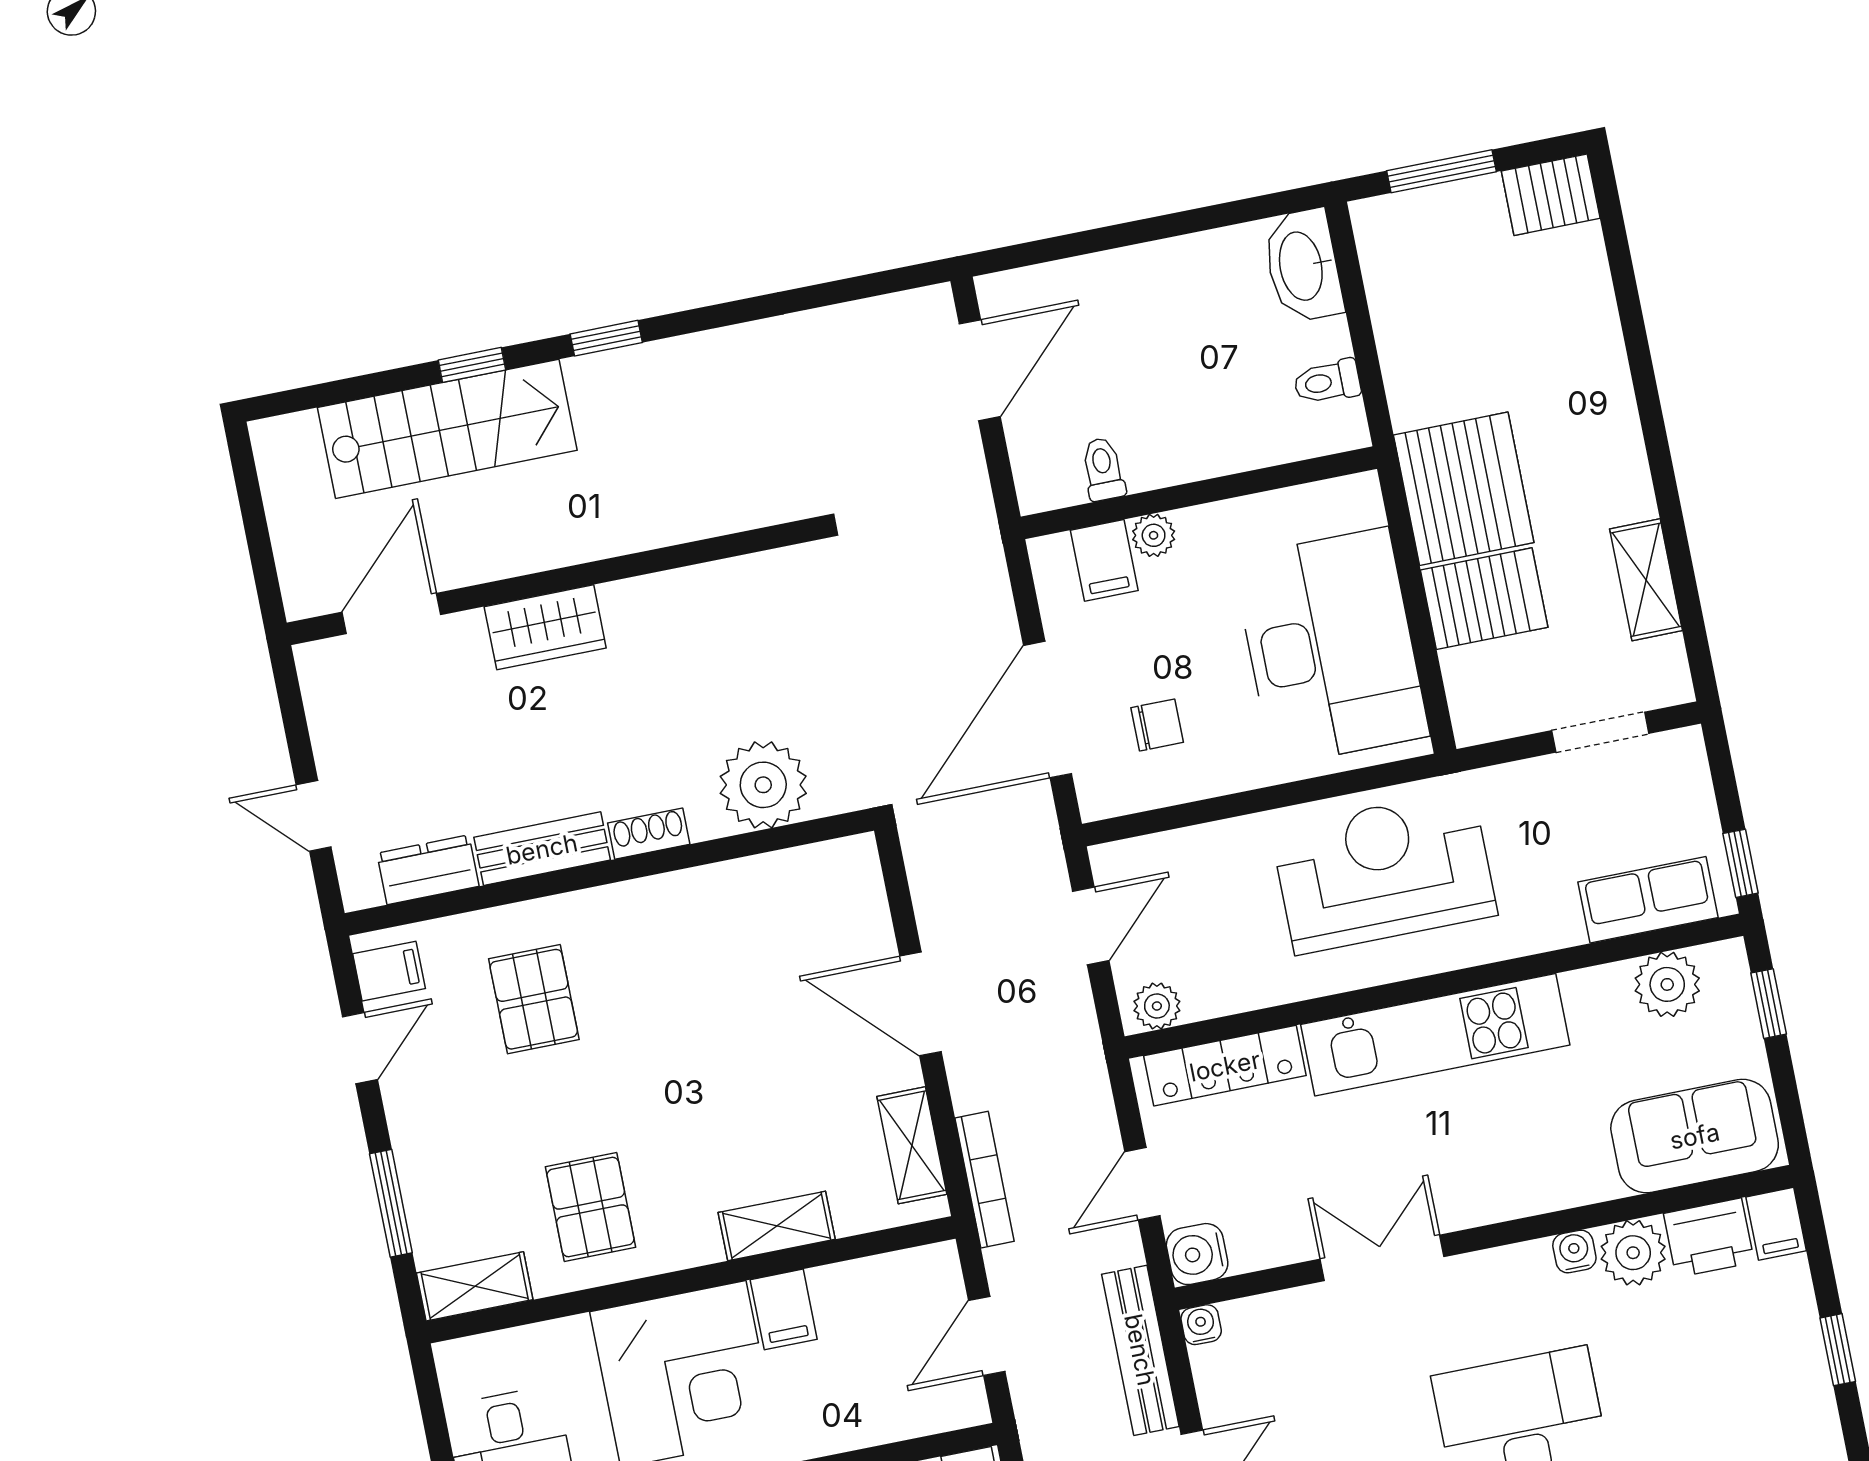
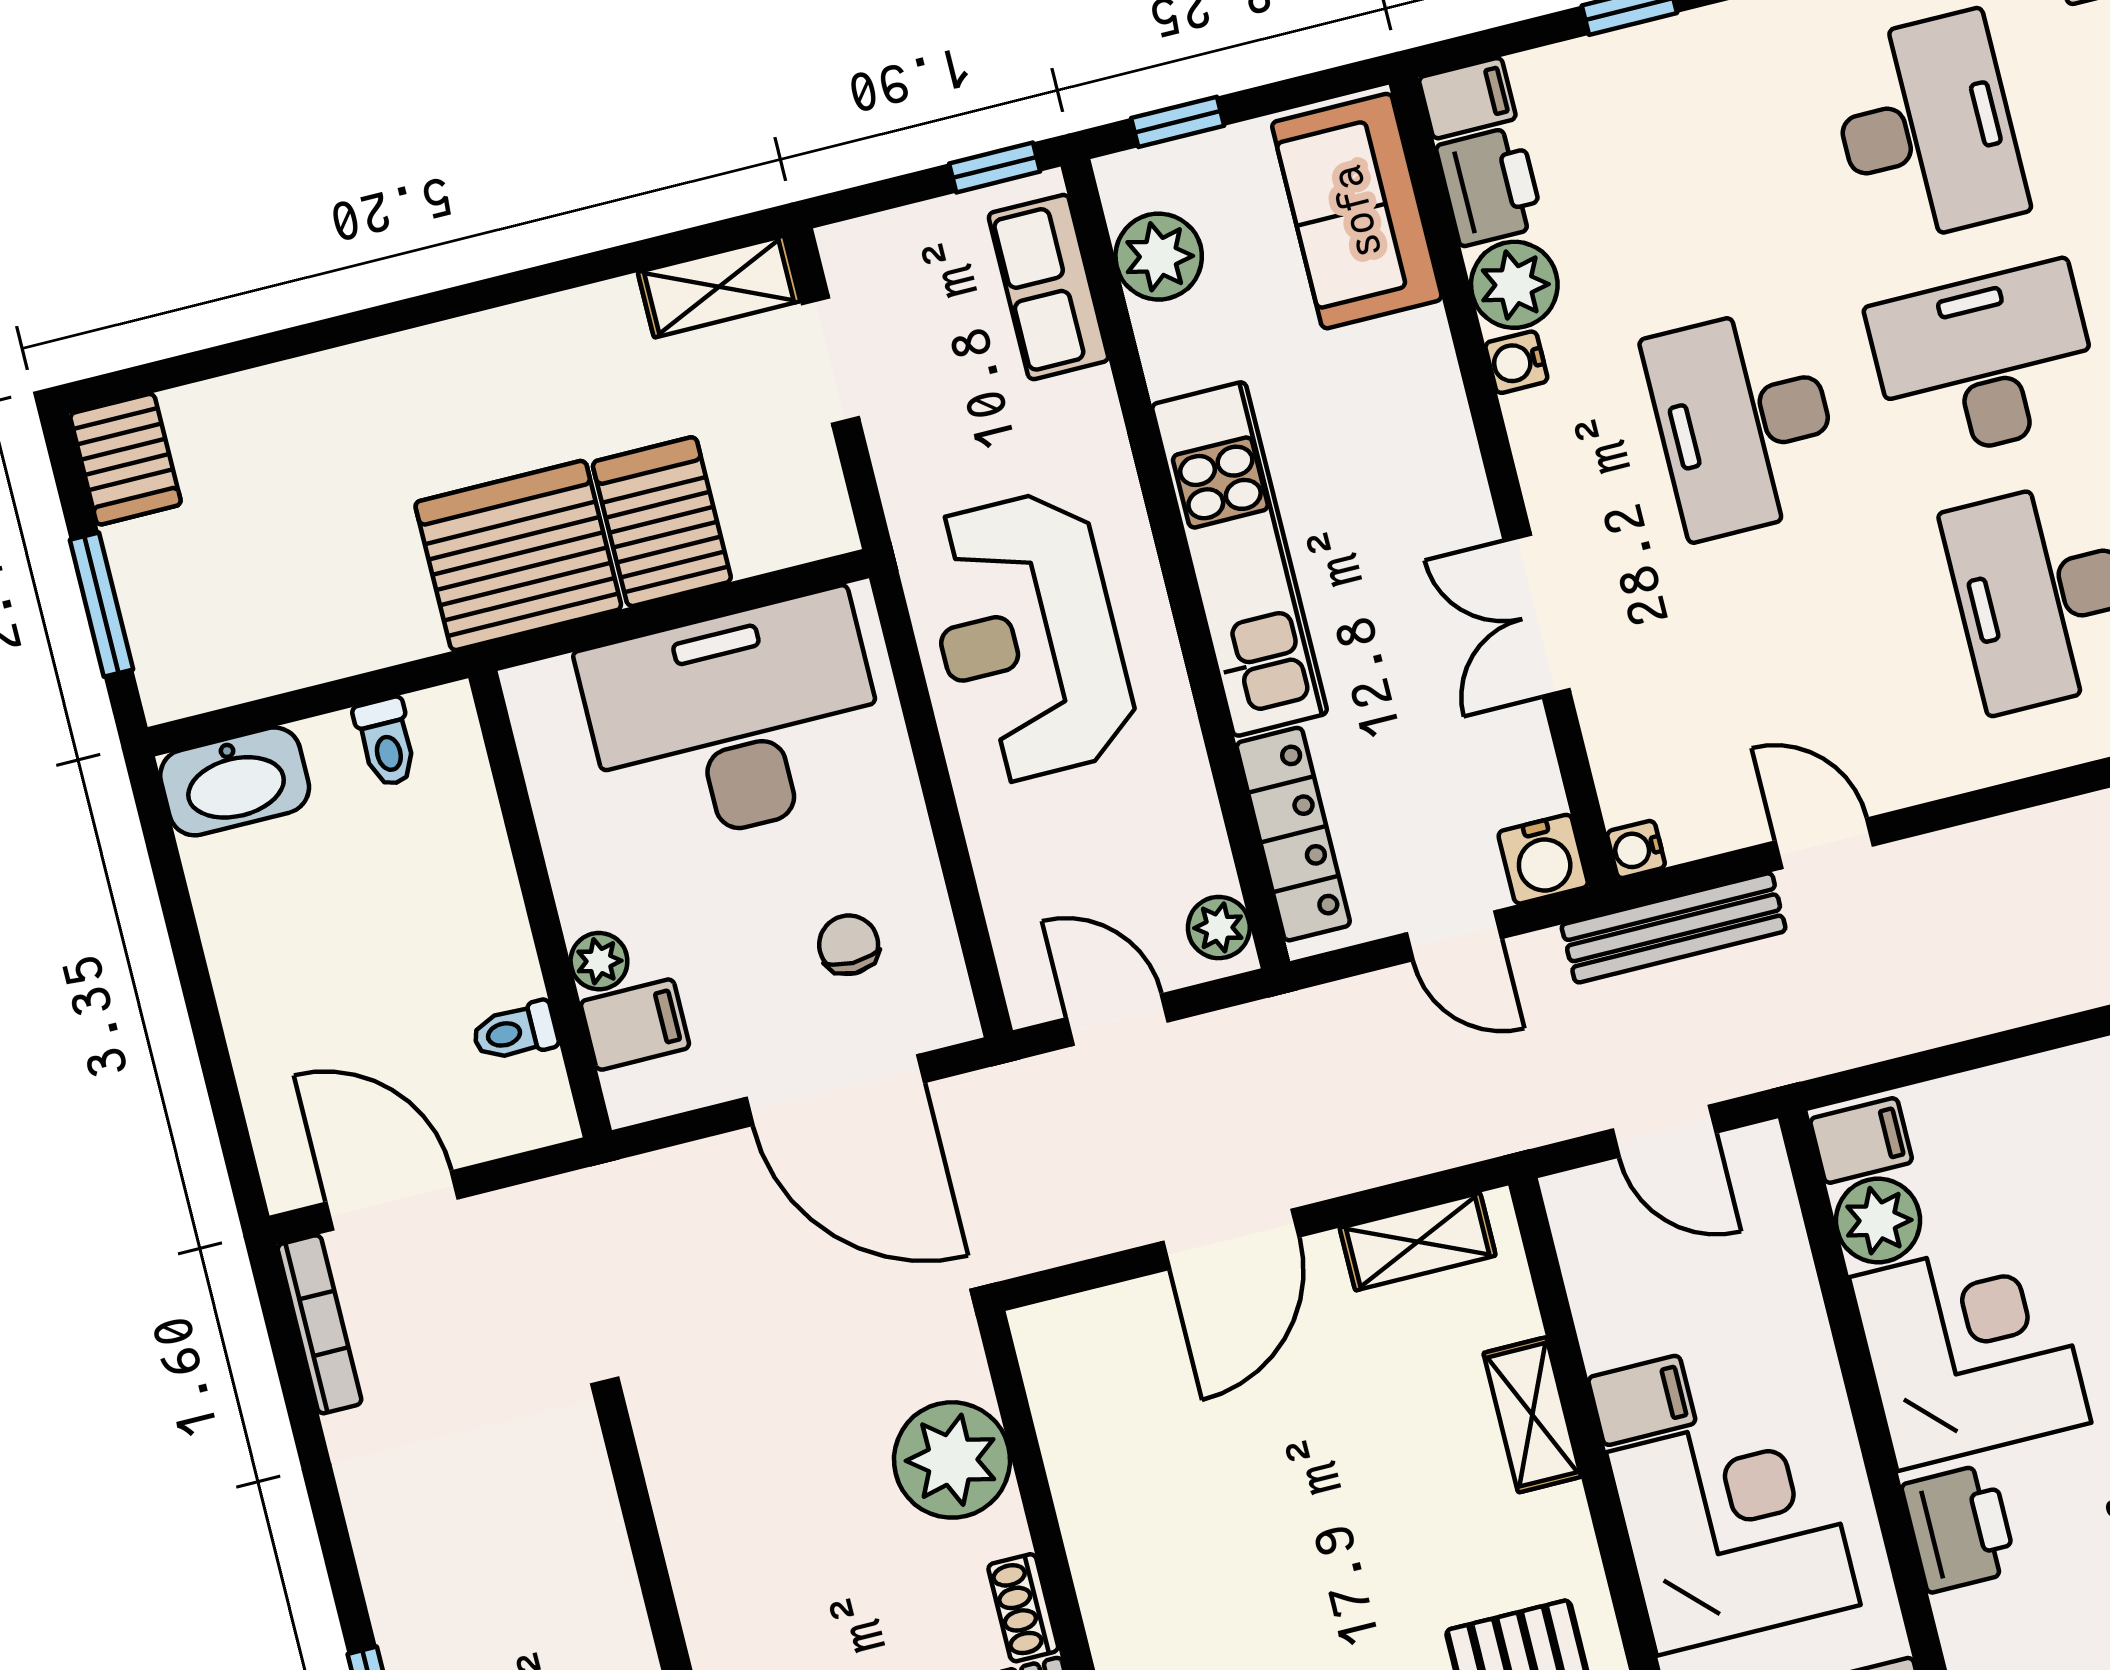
shelving: (1646, 580) -> (719, 287), moved
bookcase: (984, 1180) -> (319, 1324), moved, turned 90

